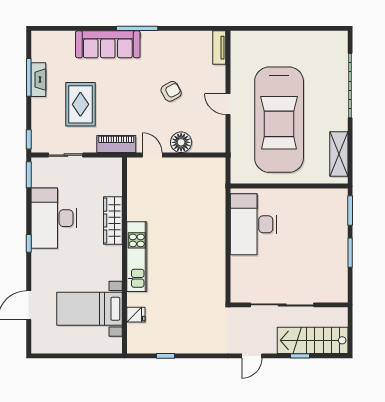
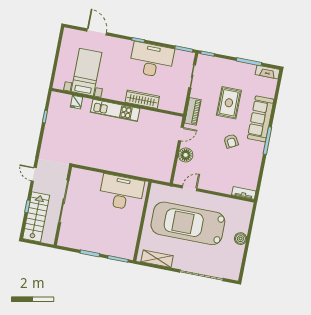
boiler: (286, 39) -> (240, 239), added
fireplace: (38, 80) -> (268, 72), moved
armchair: (171, 91) -> (231, 141), moved
rug: (80, 104) -> (229, 103), moved, turned 90
door: (228, 104) -> (190, 188), moved

